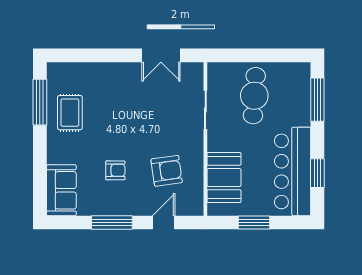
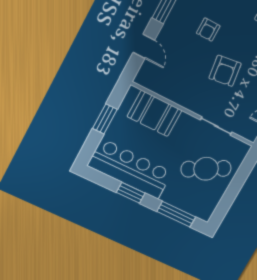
cafe table: (254, 96) -> (206, 169), turned -32
armchair: (167, 171) -> (225, 71), moved
window: (317, 173) -> (131, 193), moved

